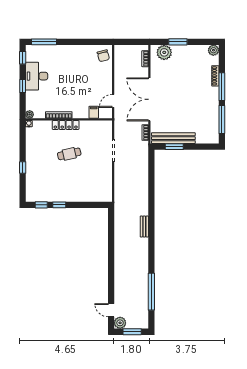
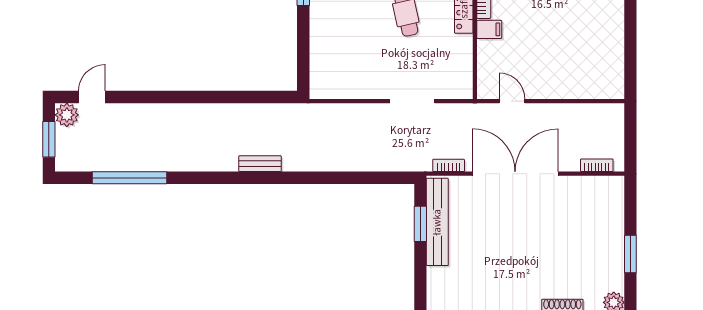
window: (178, 42) -> (630, 254), moved
plant: (164, 52) -> (609, 204), removed
chair: (103, 56) -> (603, 81), removed
filing cabinet: (94, 112) -> (489, 29), moved

